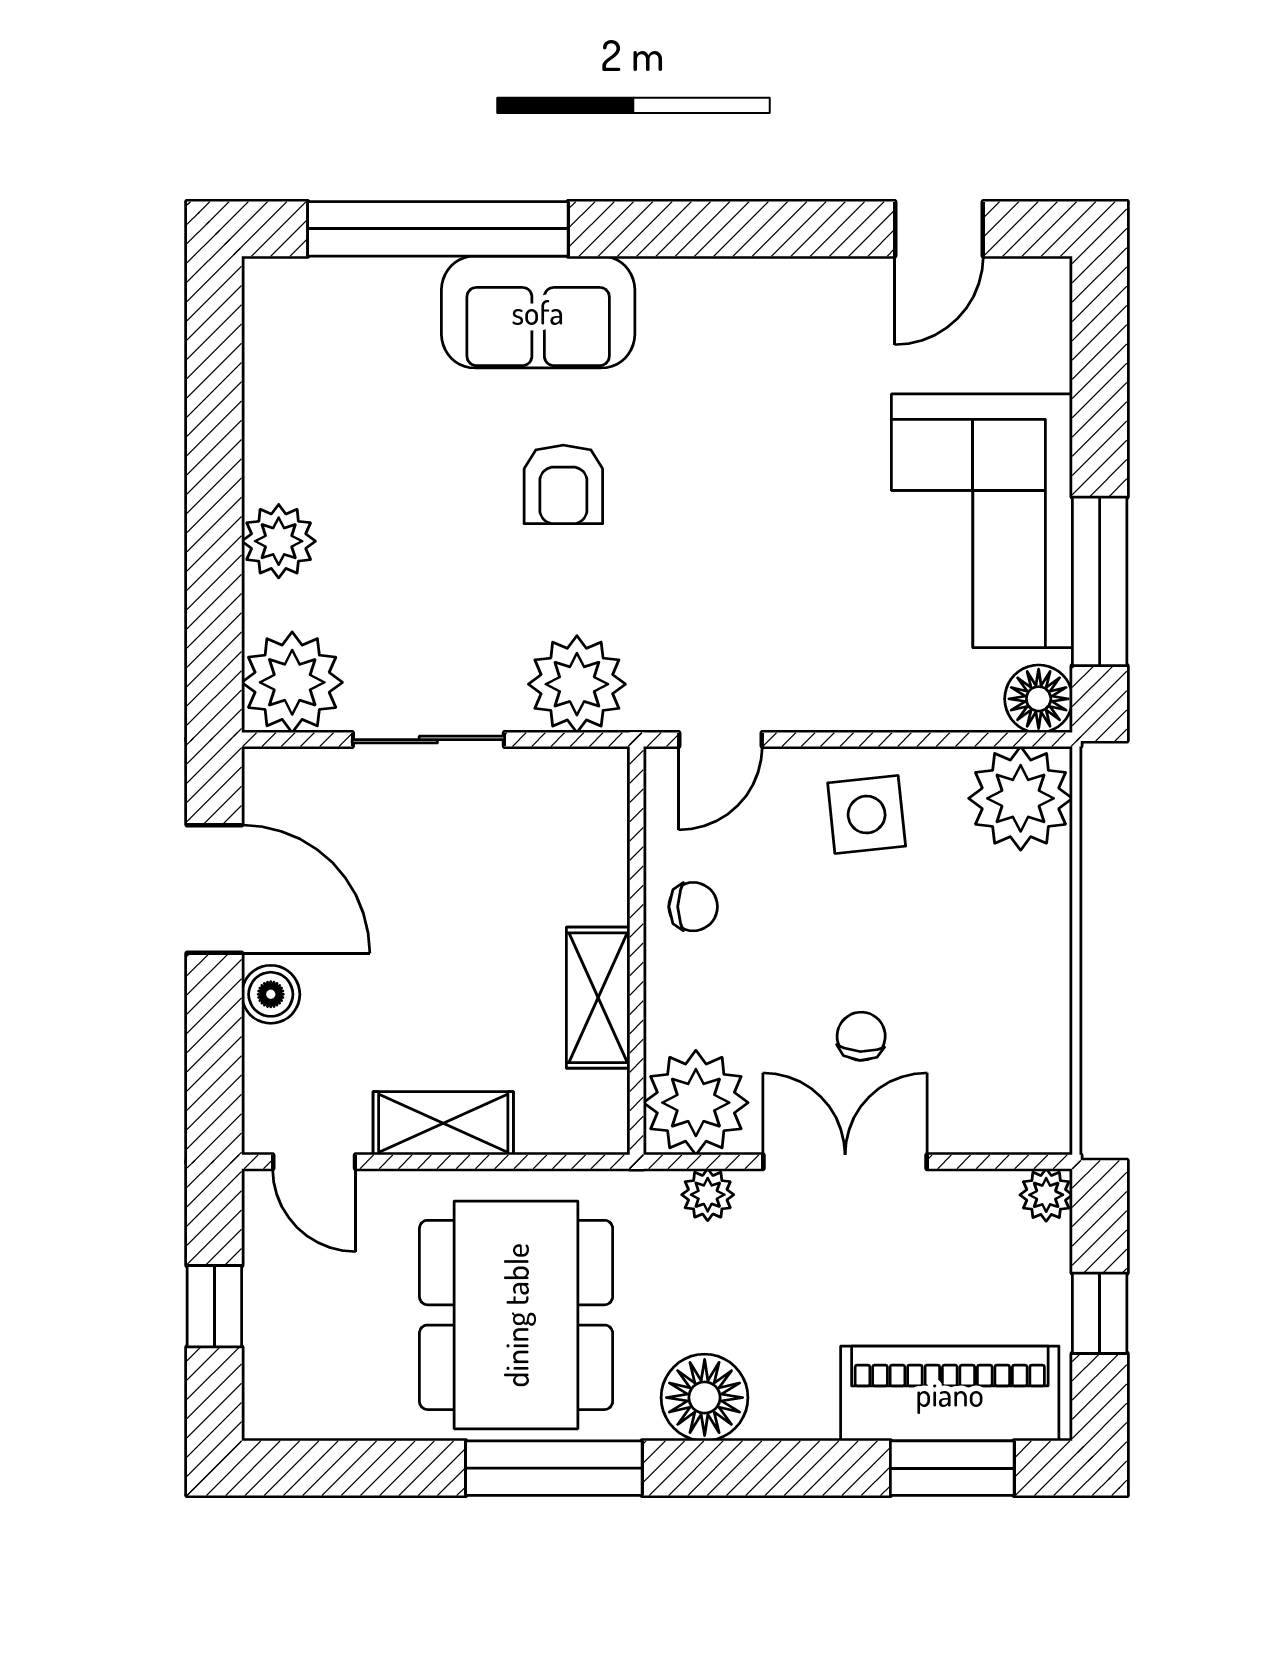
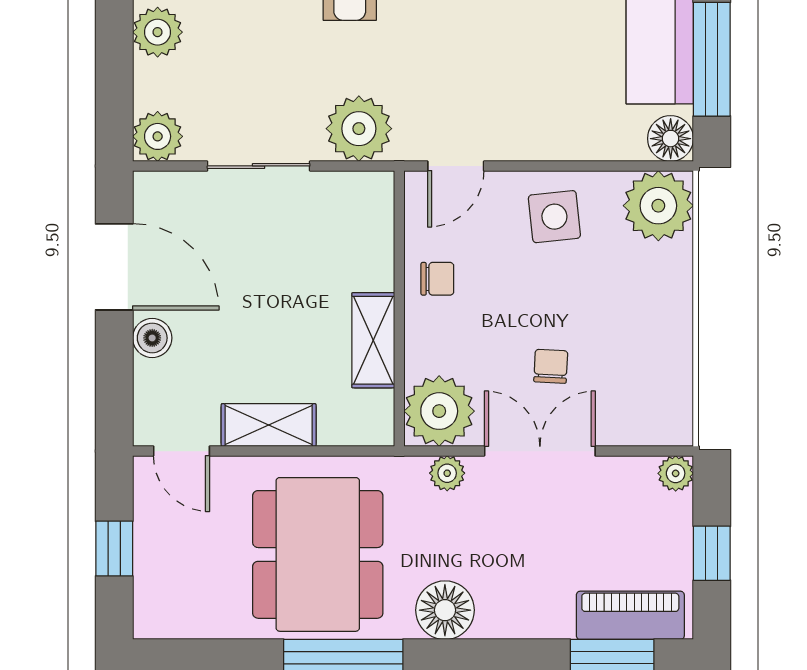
plant: (292, 682) -> (158, 136), width x0.73, depth x0.73
piano: (950, 1394) -> (630, 615), width x0.73, depth x0.75

